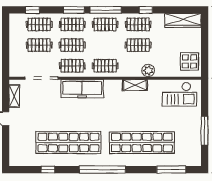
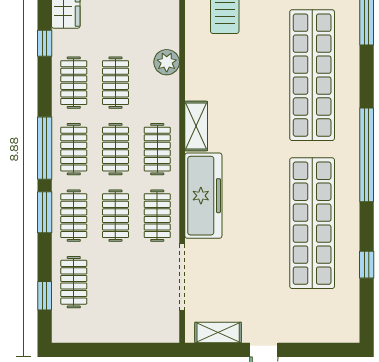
window: (146, 10) -> (45, 43), moved
clothes rail: (39, 45) -> (115, 149), moved
shelving: (135, 85) -> (196, 126), moved

